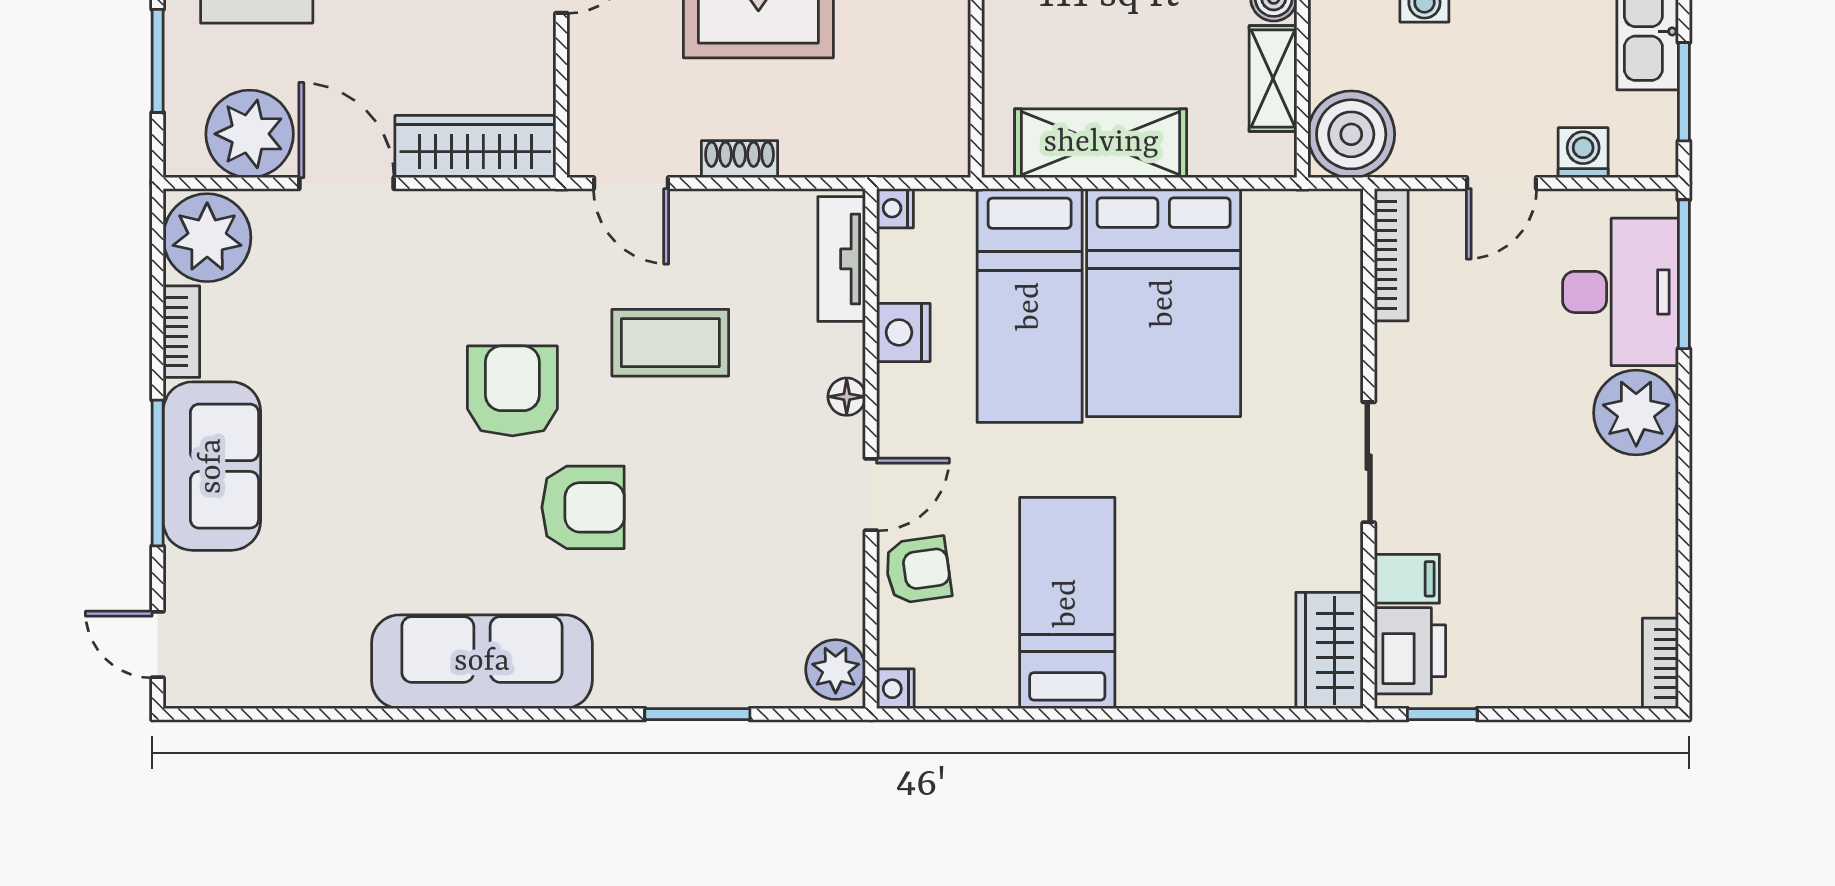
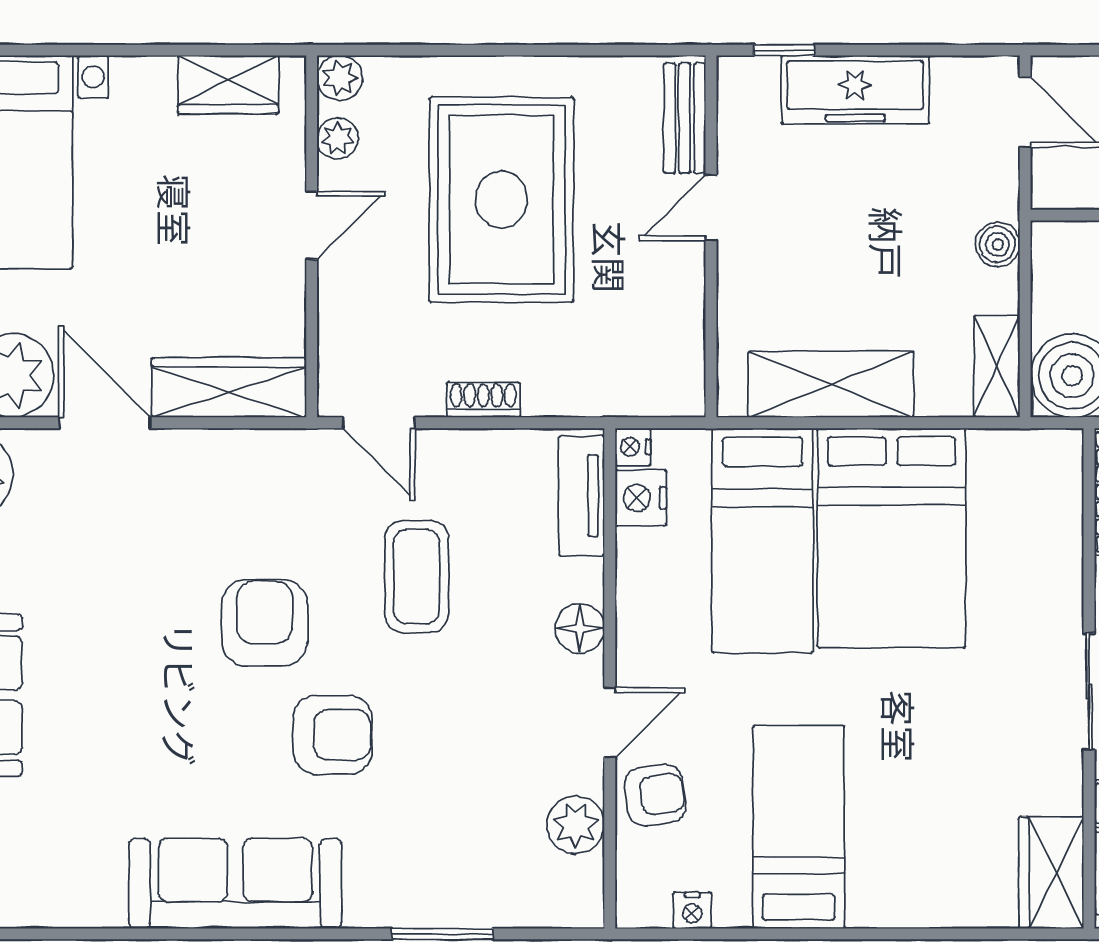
shelving: (1273, 78) -> (997, 366), moved
nightstand: (903, 332) -> (641, 498), moved
coffee table: (670, 343) -> (417, 576), turned 90
floor lamp: (847, 397) -> (580, 628), width x1.37, depth x1.37
plant: (836, 670) -> (576, 825), moved
nightstand: (895, 689) -> (692, 911), moved, turned -90

